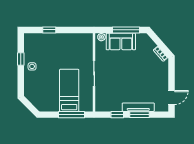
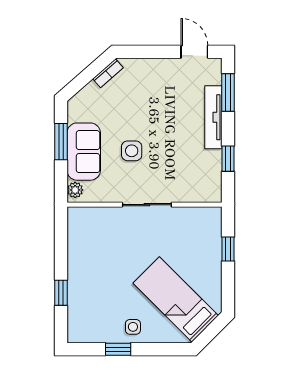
window: (126, 30) -> (61, 142), width x0.69
side table: (121, 66) -> (132, 151), added
bed: (69, 90) -> (176, 299), moved, turned 45
window: (71, 115) -> (228, 249), width x0.46
window: (139, 115) -> (228, 92), moved

